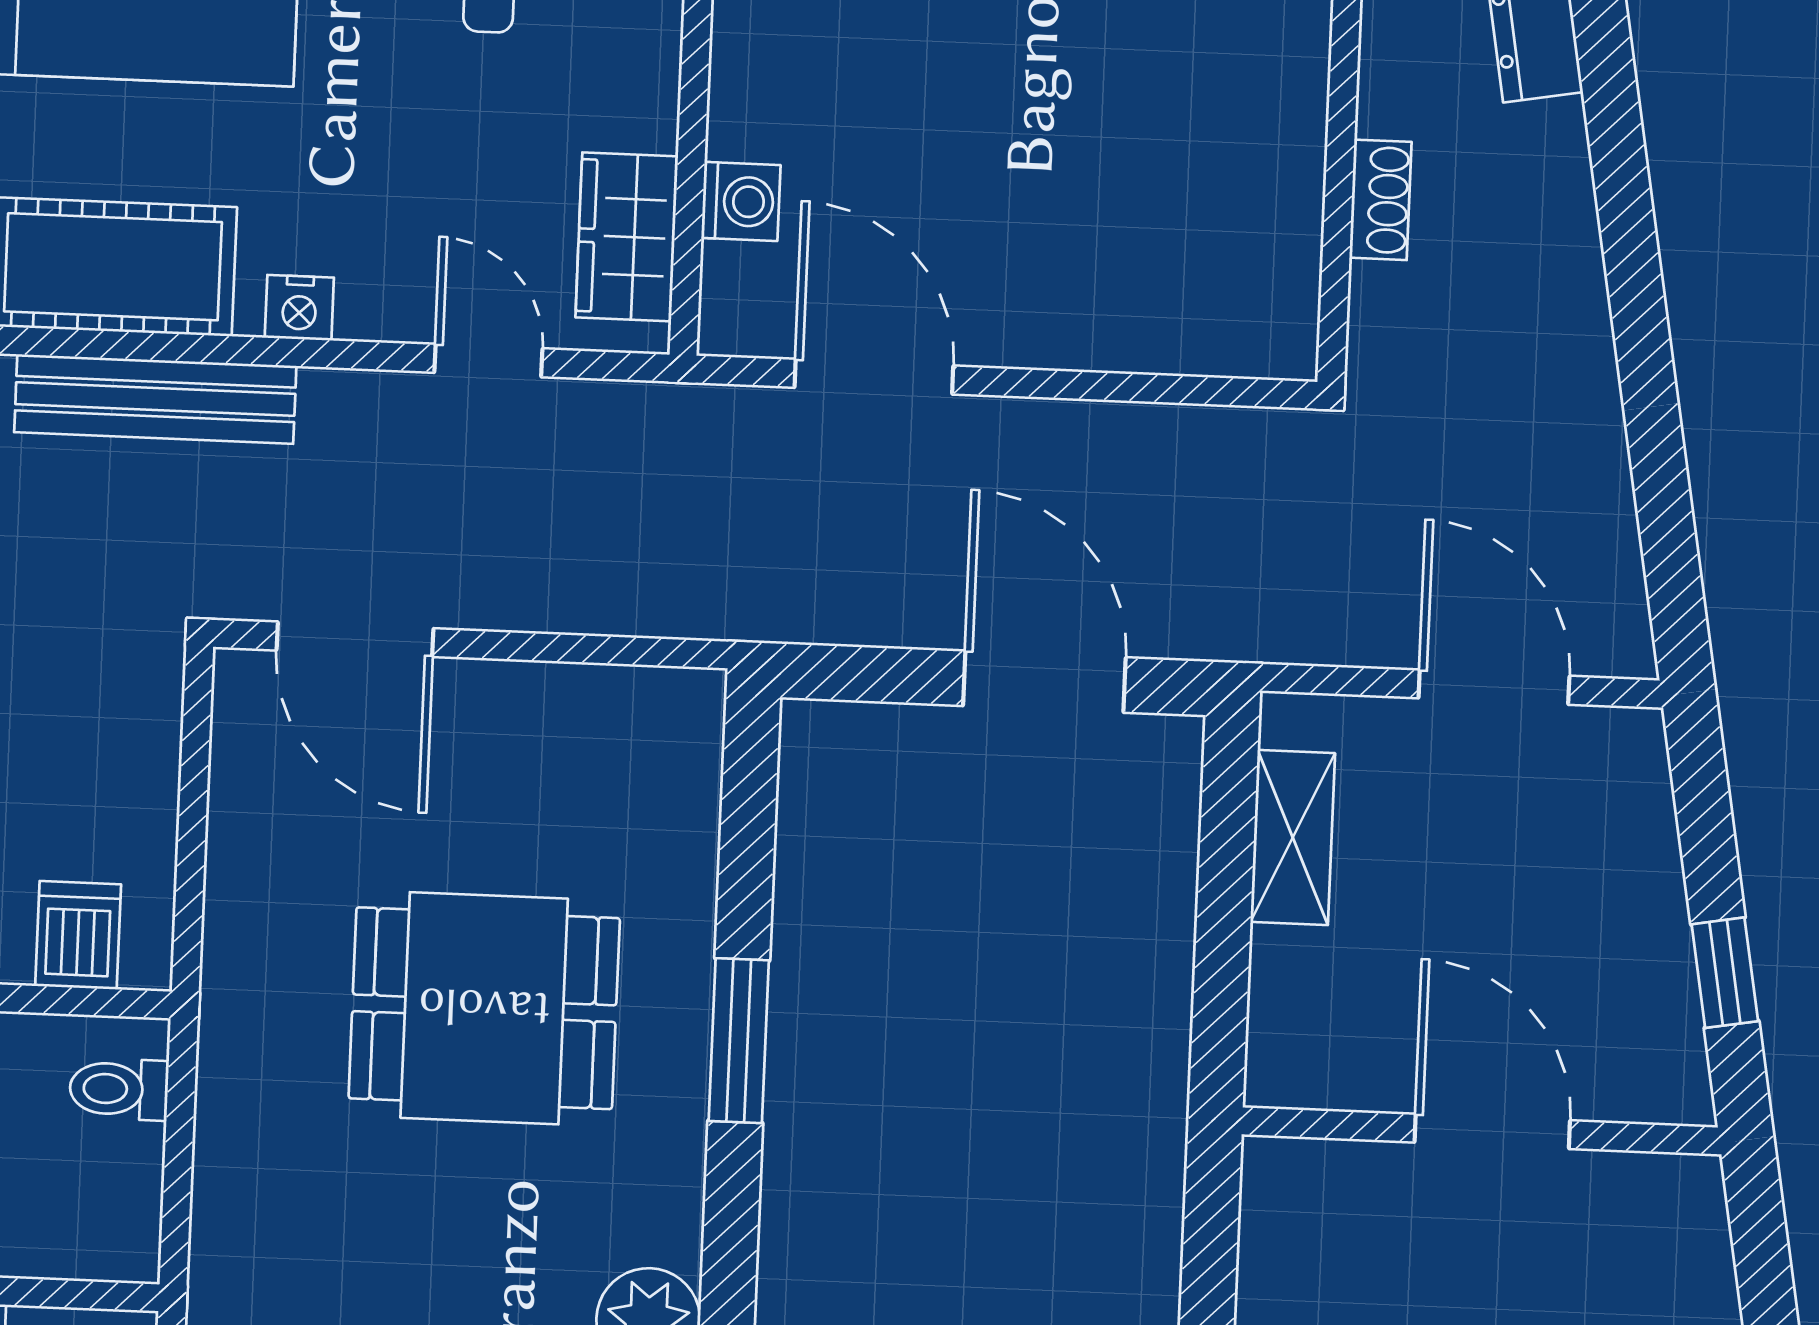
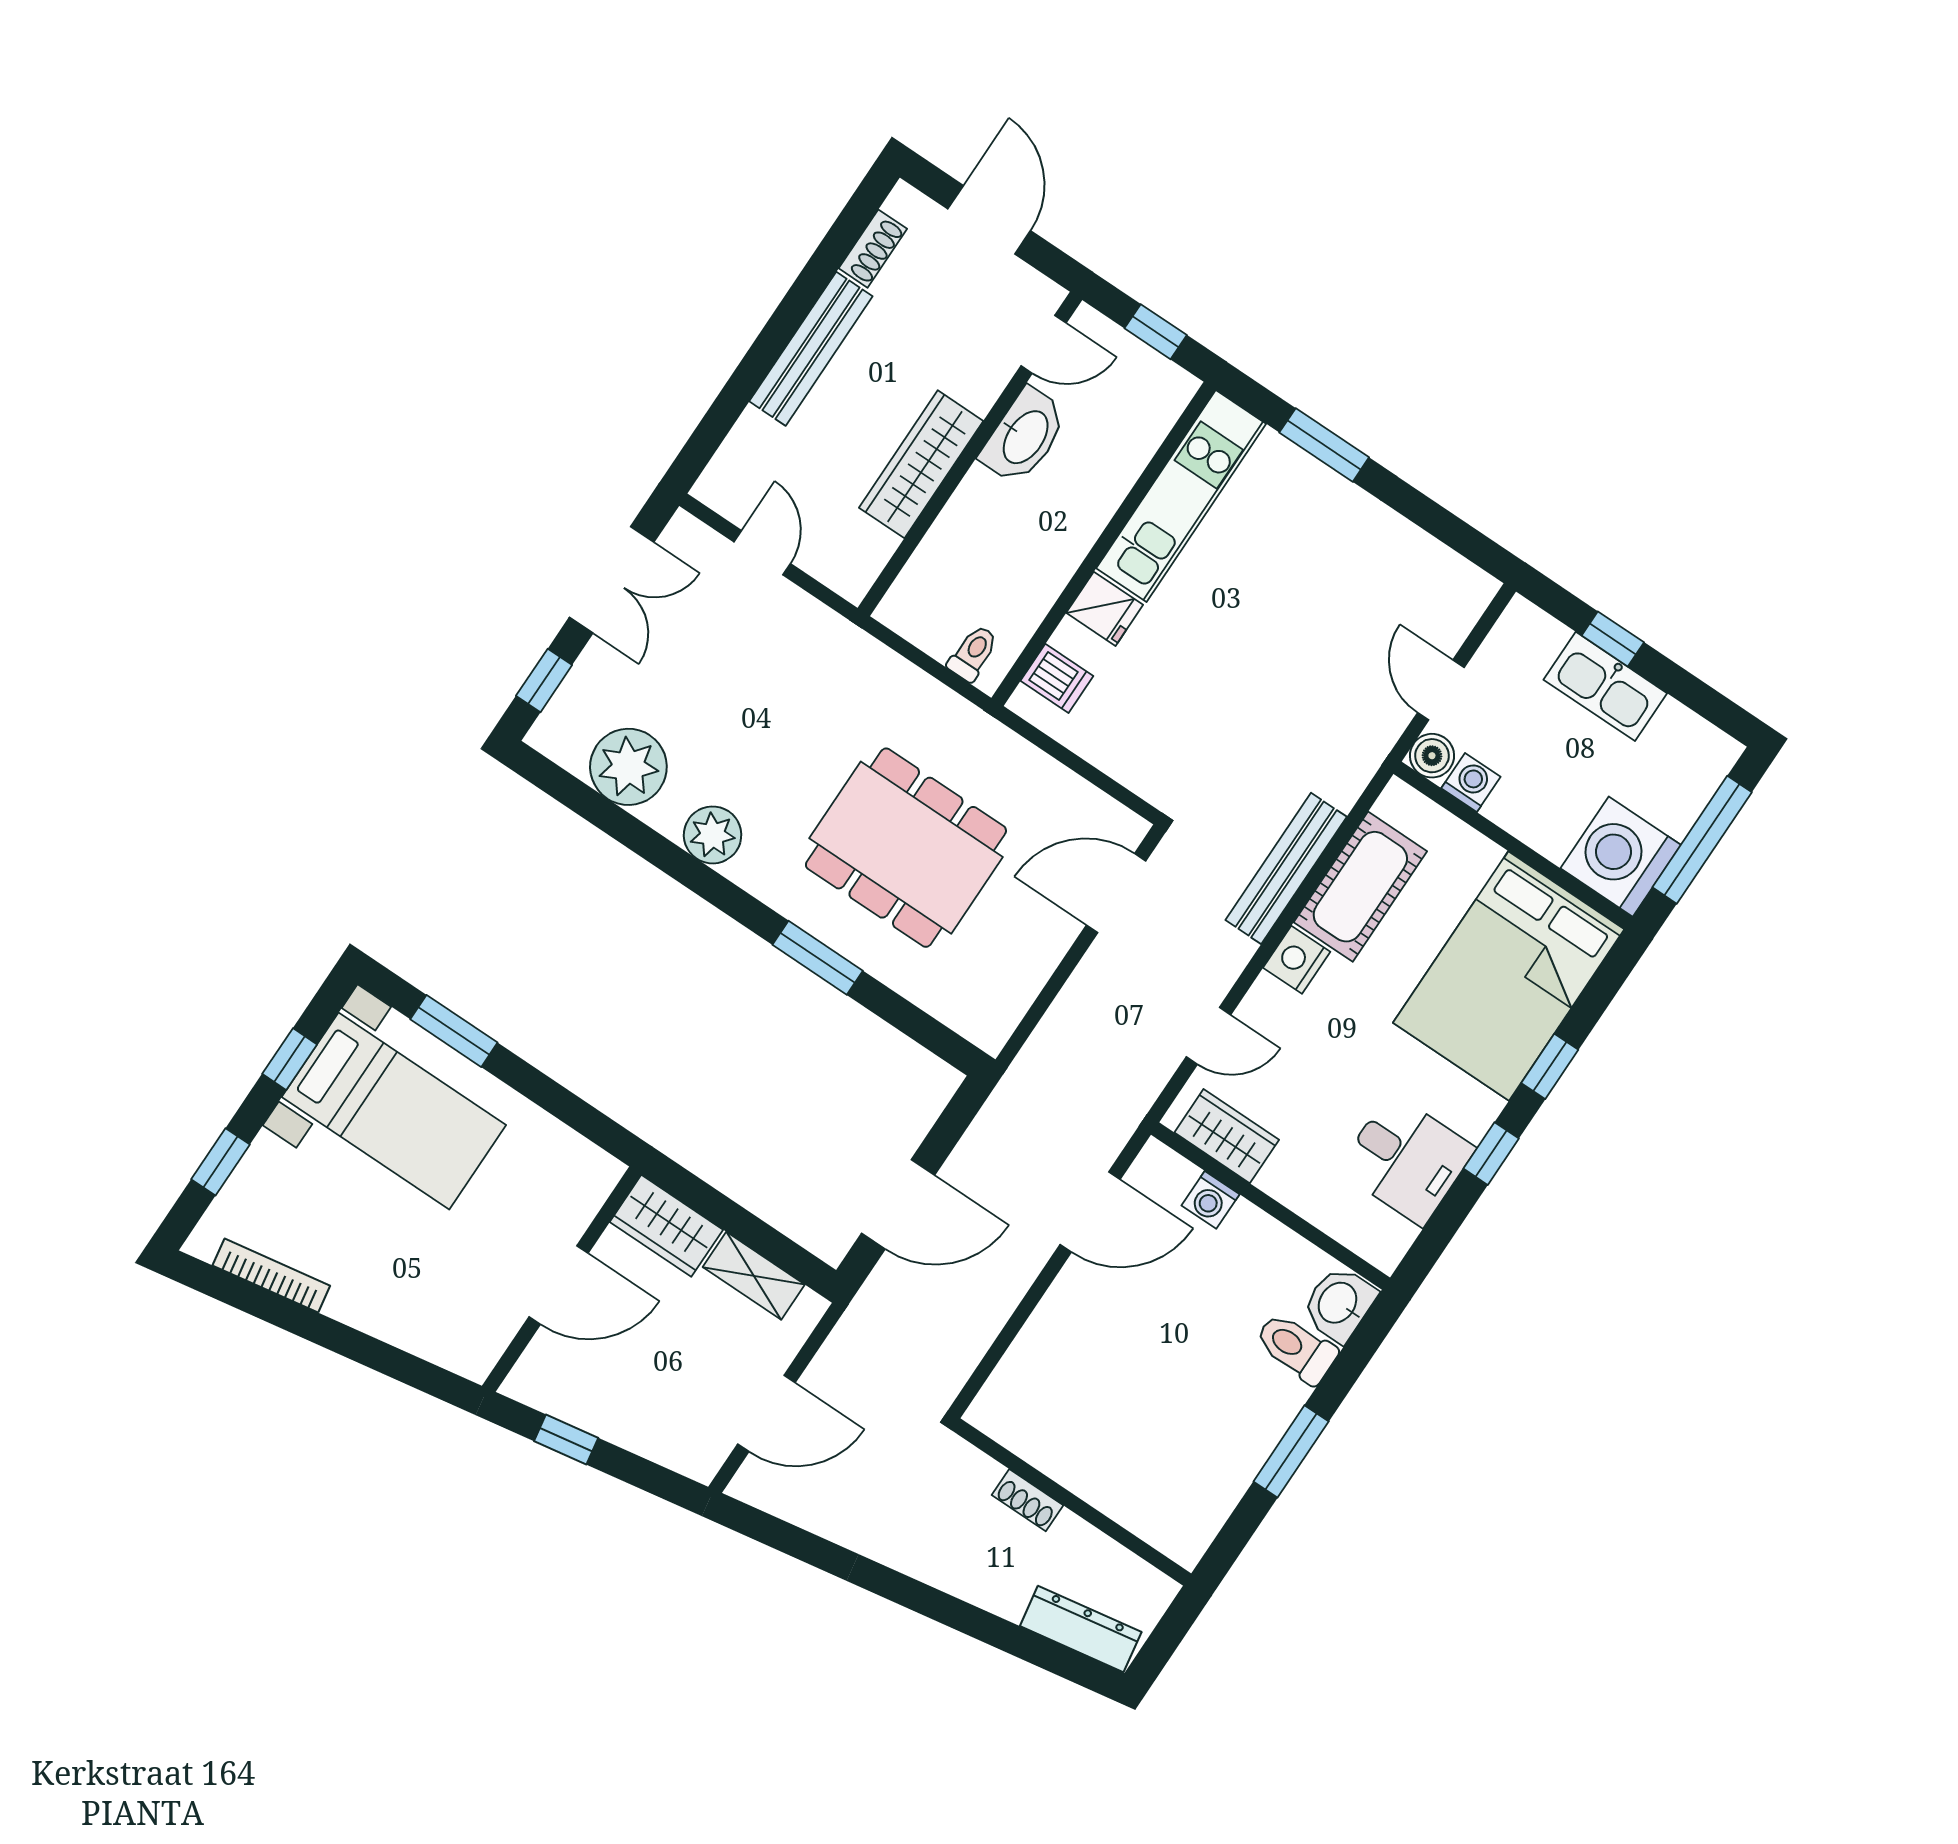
nightstand: (299, 308) -> (1297, 960), width x1.39, depth x1.35
dining table: (484, 1008) -> (906, 848), width x1.38
wardrobe: (1298, 1021) -> (666, 1226), added

